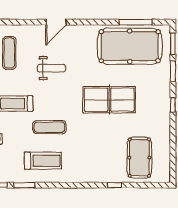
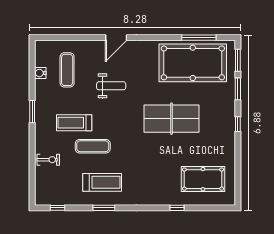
exercise mat: (49, 127) -> (93, 146), moved
pool table: (139, 158) -> (203, 179), turned 90
window: (24, 185) -> (104, 208), moved

